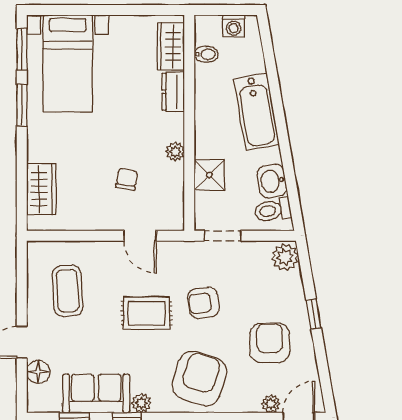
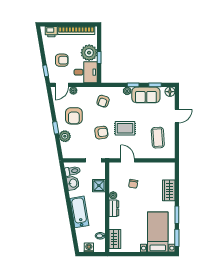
dresser: (173, 92) -> (114, 208), moved
wardrobe: (41, 189) -> (169, 190), moved
plant: (285, 257) -> (65, 136), moved
floor lamp: (38, 372) -> (170, 92), moved
armchair: (199, 378) -> (103, 101), width x0.53, depth x0.53

